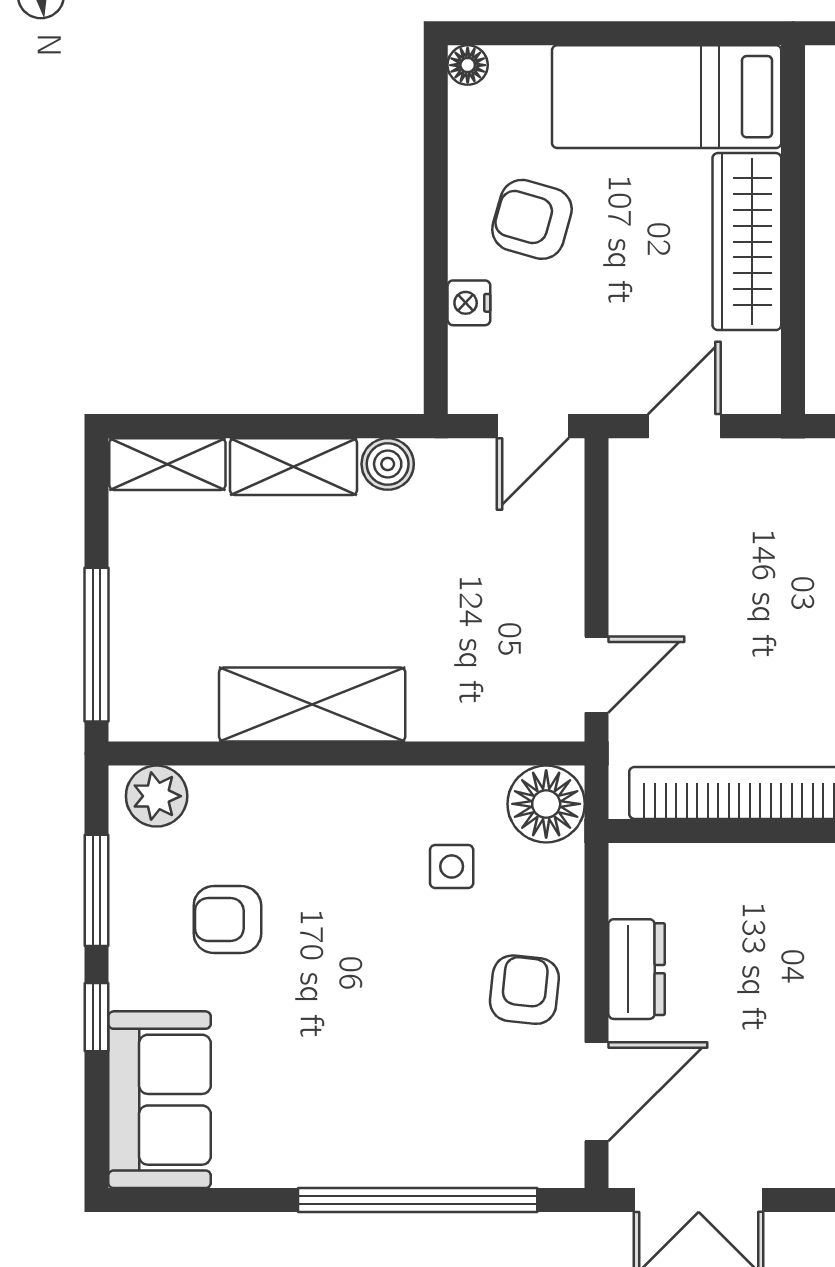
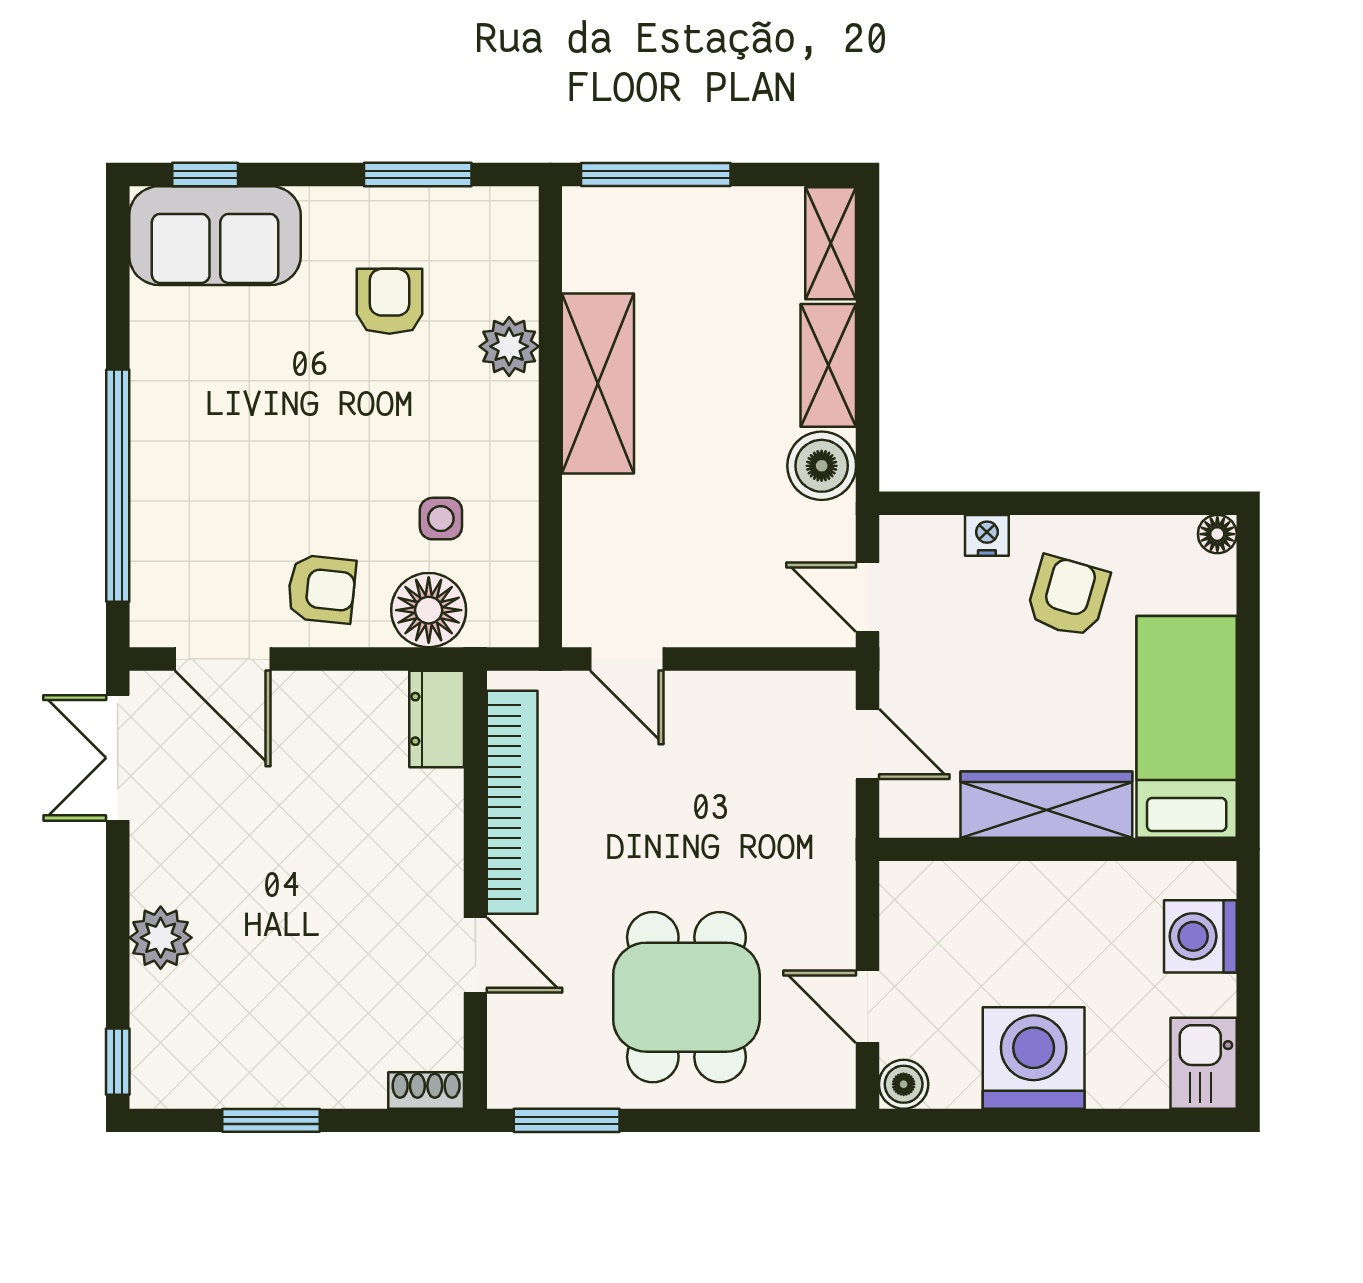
boiler: (388, 464) -> (822, 466), width x1.36, depth x1.36
plant: (157, 796) -> (509, 346), moved
floor lamp: (546, 804) -> (429, 610), moved
dresser: (637, 969) -> (437, 719), moved, turned 90
window: (97, 1017) -> (205, 175), moved

